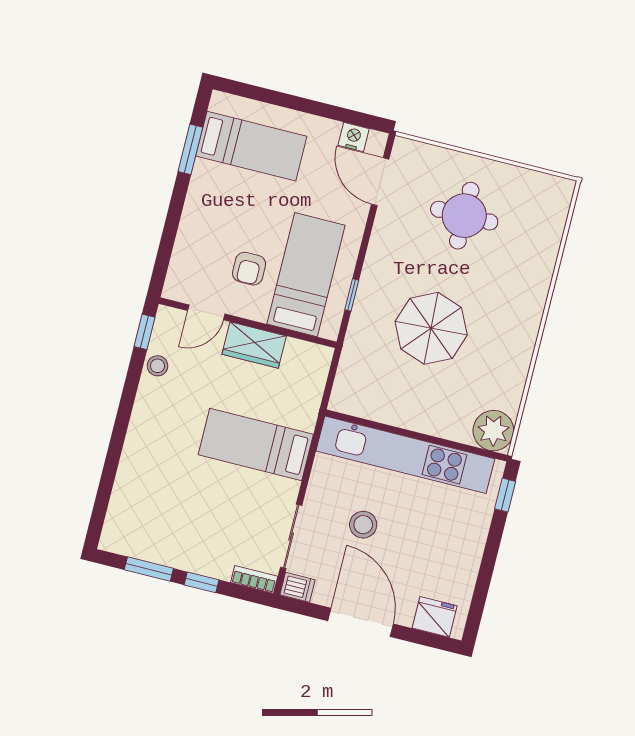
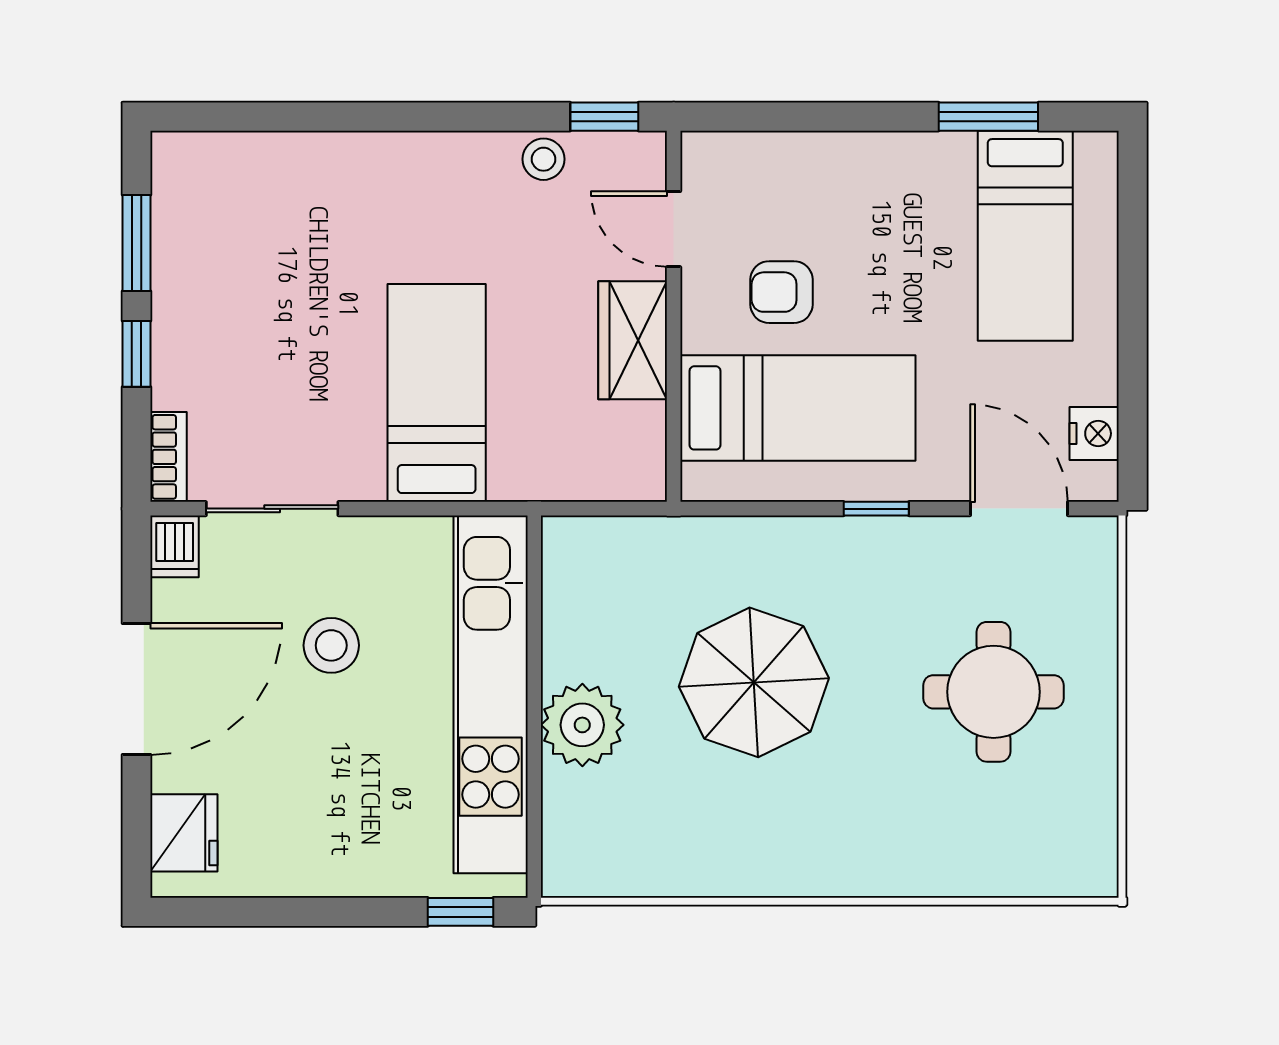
door: (380, 182) -> (1019, 509), hinge flipped
window: (352, 295) -> (876, 509), moved
plant: (493, 431) -> (582, 725), moved

